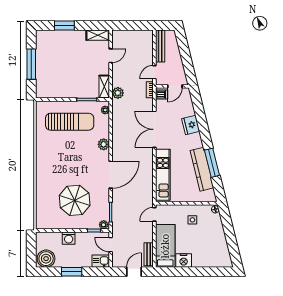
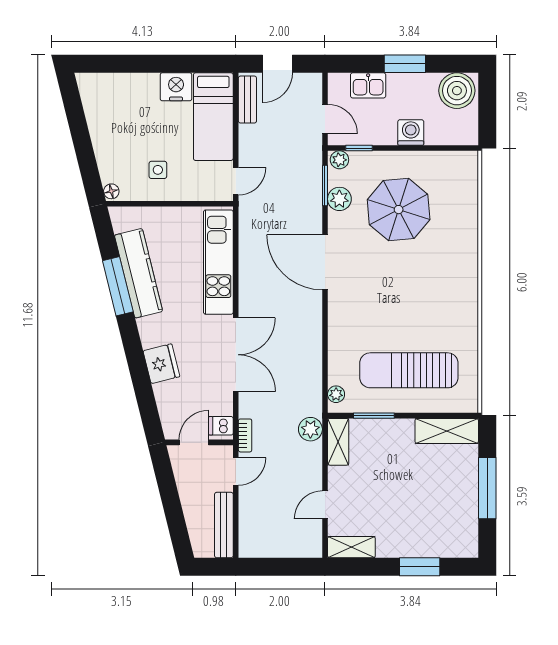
shelving: (51, 92) -> (447, 431), added
plant: (104, 144) -> (339, 199), moved
door: (111, 175) -> (325, 262), hinge flipped
kitchen sink: (101, 261) -> (368, 85), moved

